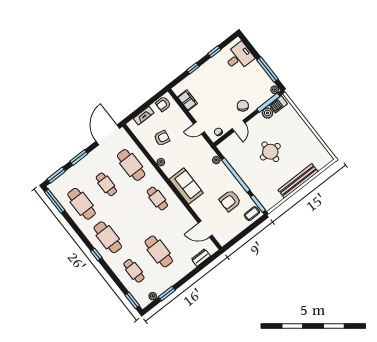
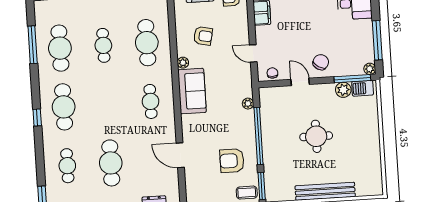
door: (239, 126) -> (300, 82), swing flipped
sofa: (186, 186) -> (192, 91), moved
window: (55, 201) -> (33, 45), moved
door: (205, 229) -> (180, 155), moved

